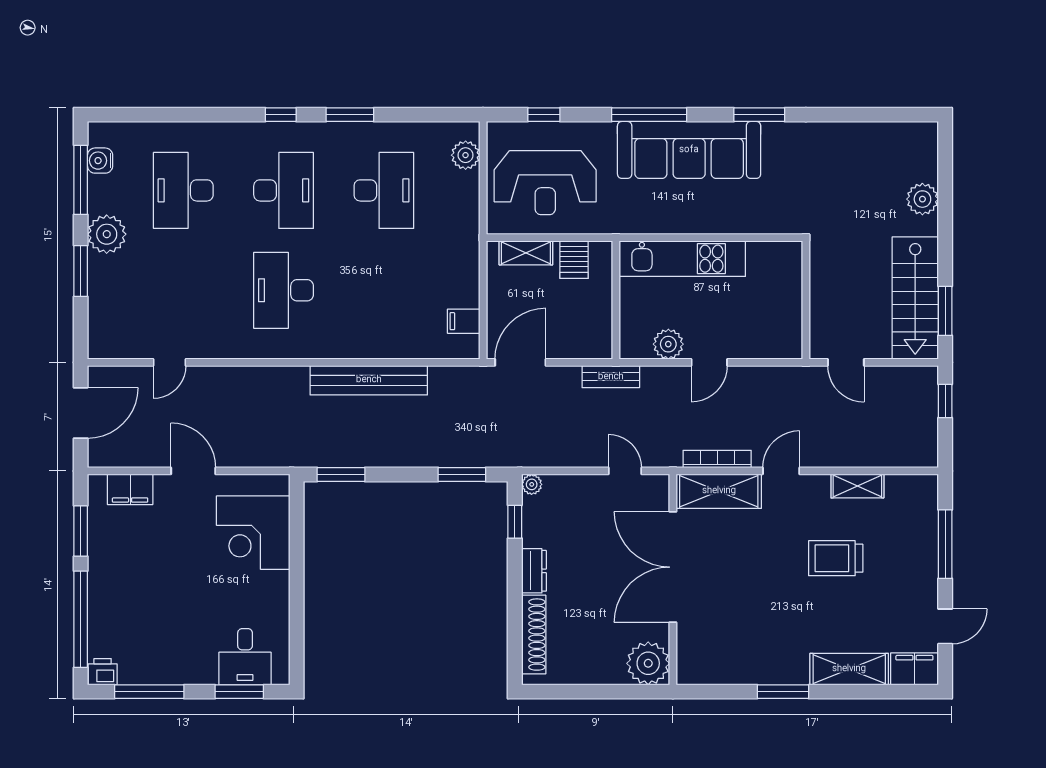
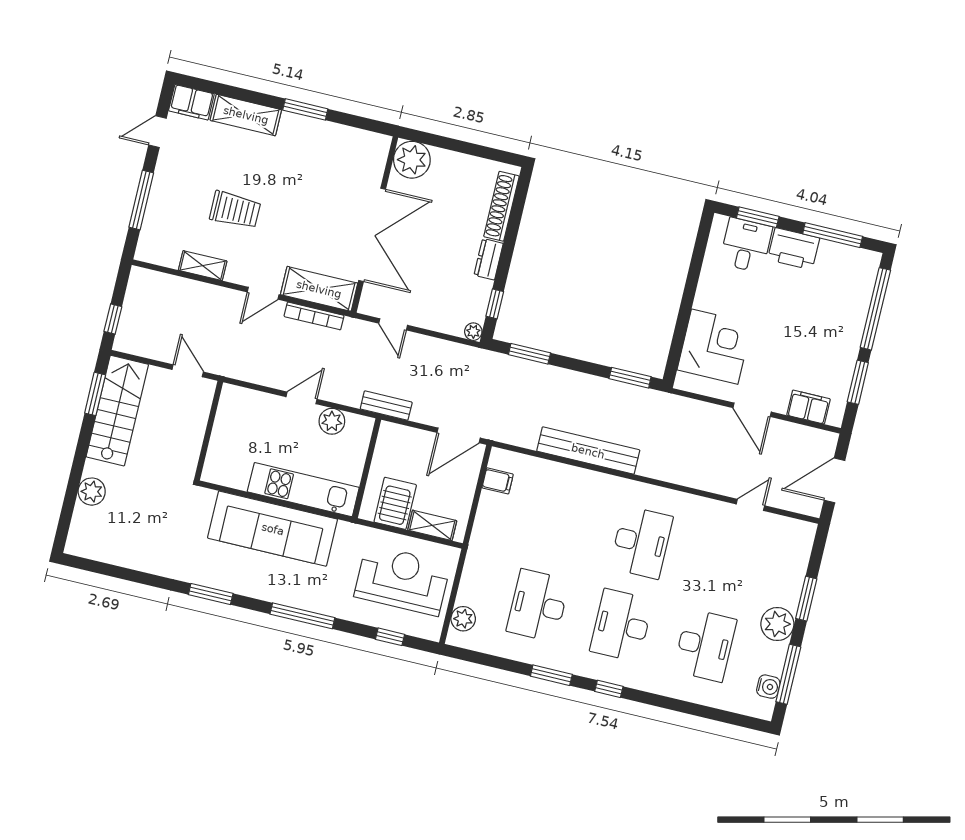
sofa: (689, 150) -> (273, 529), moved, turned 180
server rack: (574, 260) -> (395, 503), width x1.36, depth x1.44
printer: (103, 672) -> (794, 249), moved, width x1.87, depth x1.48

